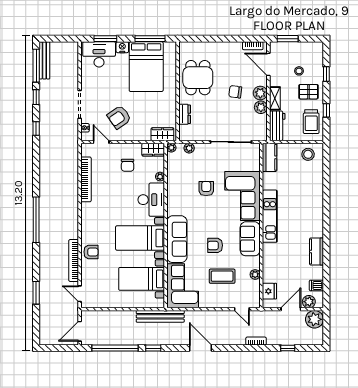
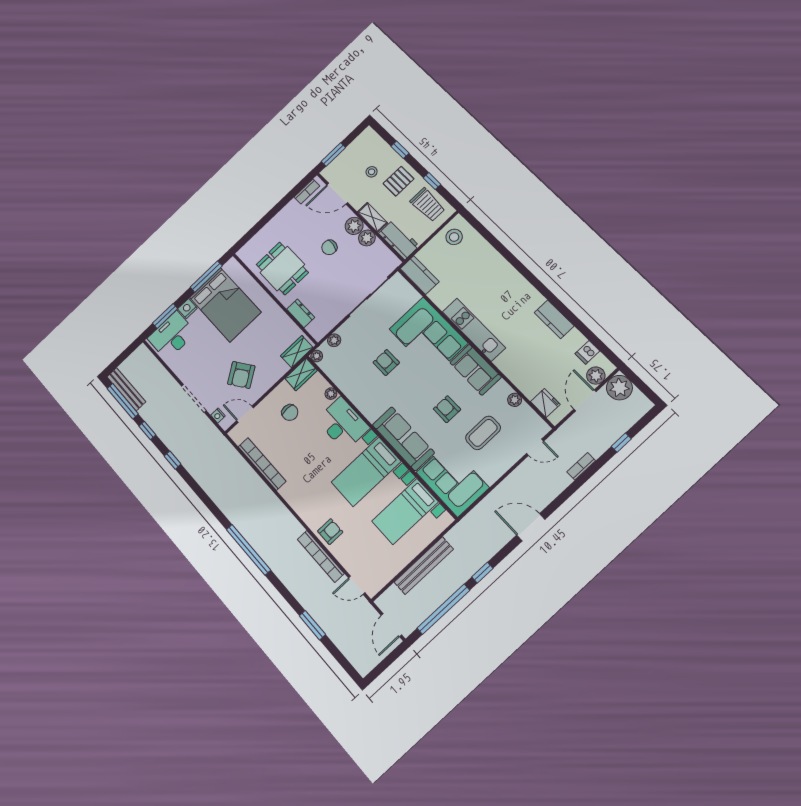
armchair: (215, 245) -> (447, 409), turned 90
bench: (160, 316) -> (424, 566), moved

